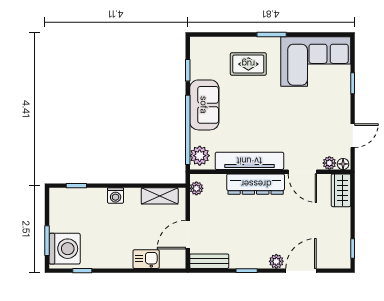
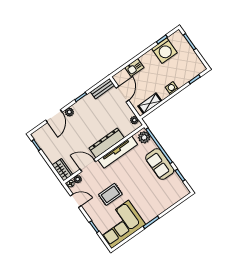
rug: (248, 64) -> (110, 194), moved
door: (353, 136) -> (76, 201), swing flipped
washing machine: (65, 249) -> (164, 51), moved, turned -90

